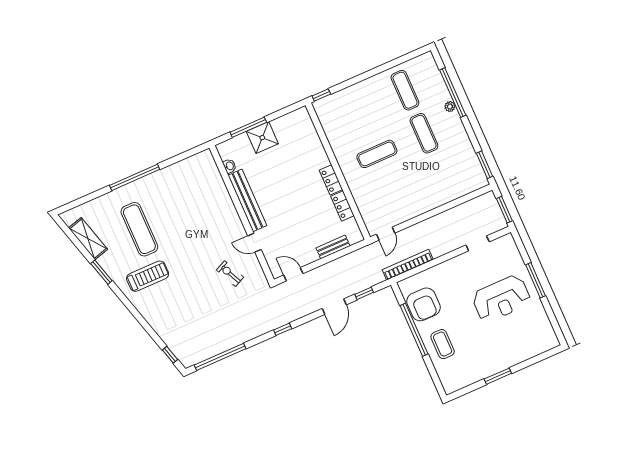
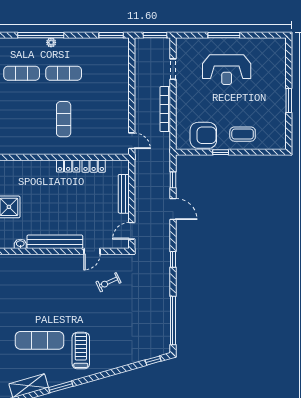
bench: (333, 247) -> (124, 194), width x1.36
bookcase: (408, 265) -> (165, 109), moved
reception desk: (501, 299) -> (227, 70), turned 90
window: (414, 330) -> (221, 152), width x0.32

